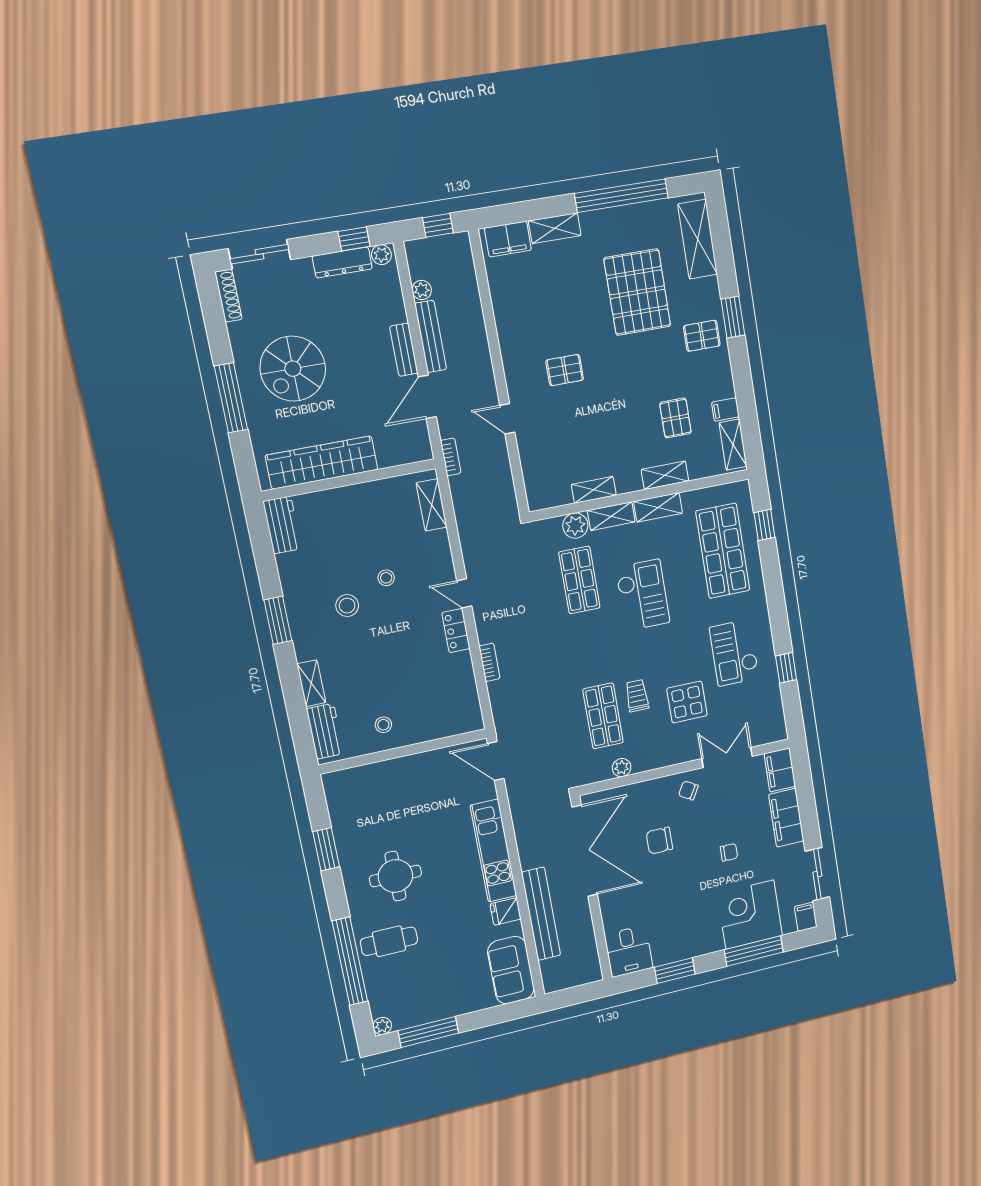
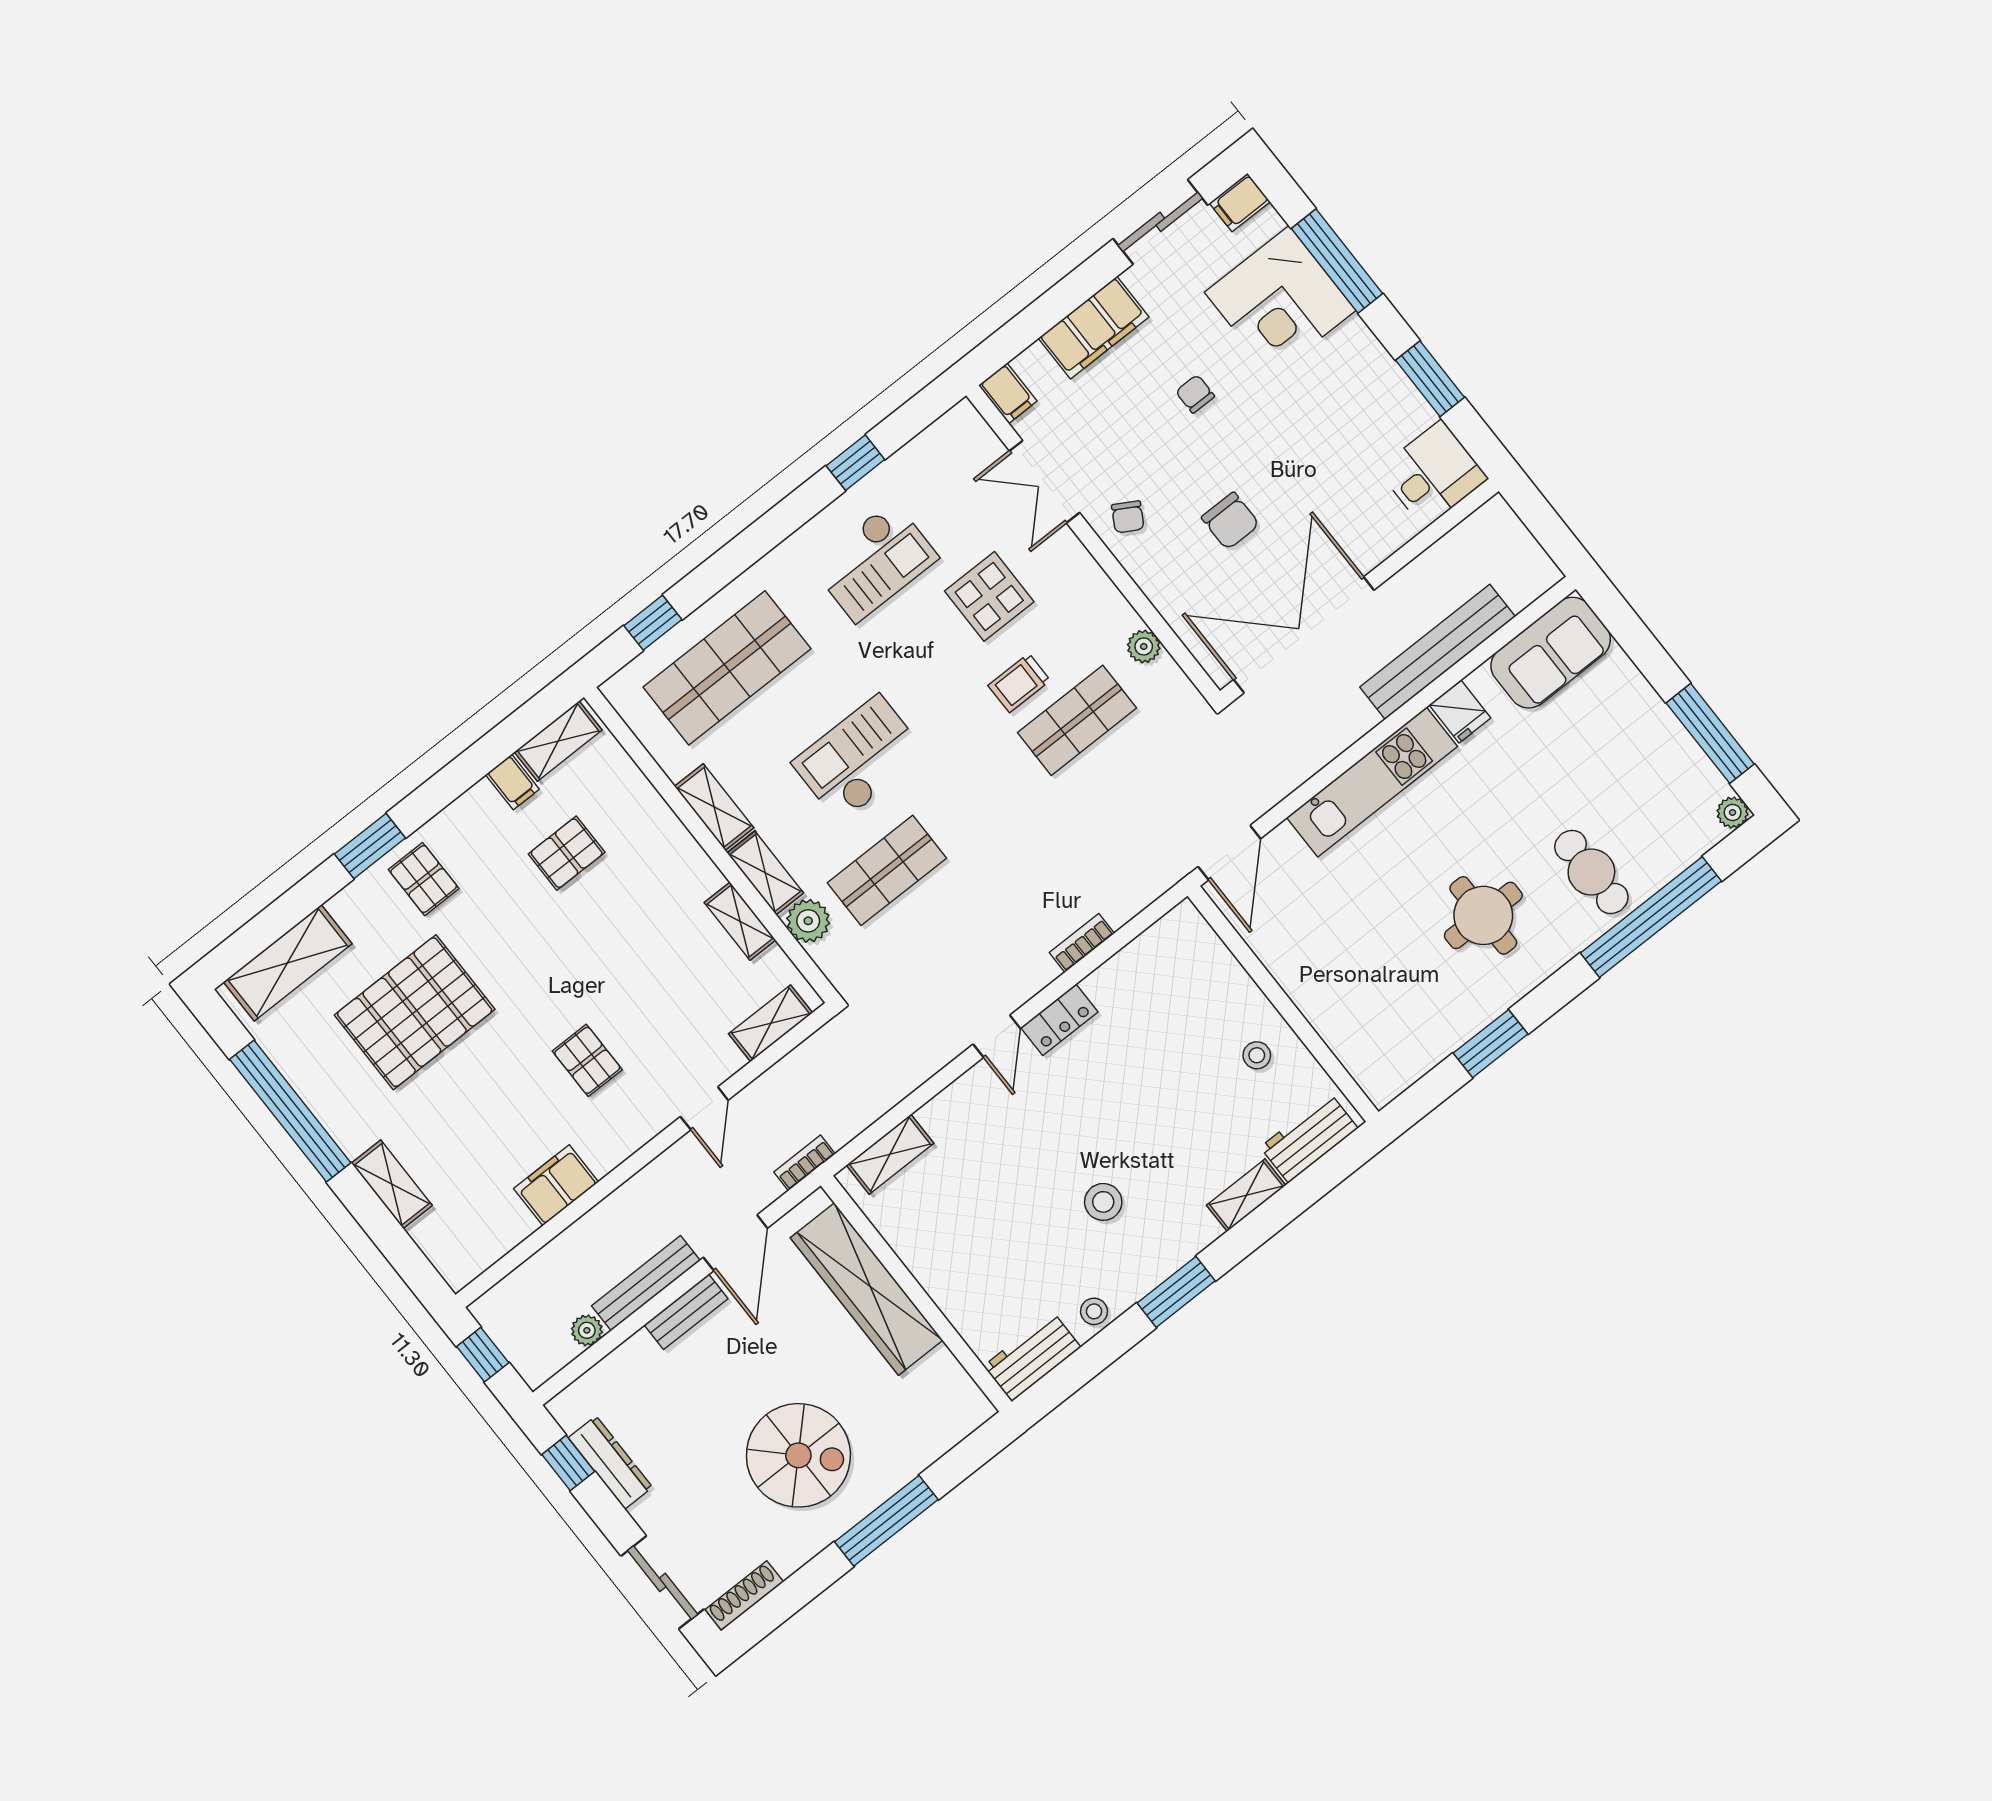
filing cabinet: (508, 239) -> (556, 1185), moved, turned -90
plant: (381, 255) -> (569, 1413), removed
door: (427, 397) -> (735, 1243), hinge flipped
wardrobe: (322, 462) -> (866, 1289), moved
shelving: (665, 475) -> (771, 1023), moved, turned 90
stool: (386, 578) -> (1094, 1311), moved
filing cabinet: (780, 770) -> (1008, 393), width x0.50

